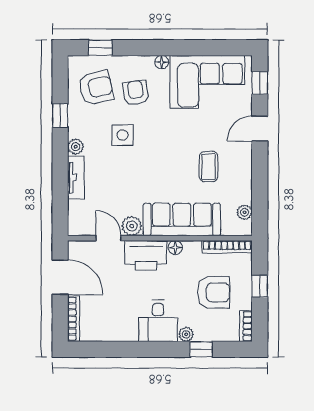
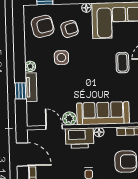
armchair: (136, 93) -> (69, 29), turned 82
window: (60, 116) -> (20, 91), moved
coffee table: (209, 167) -> (122, 63), moved

